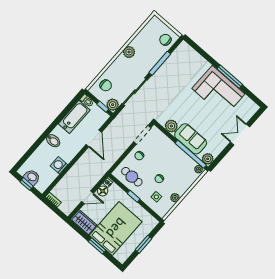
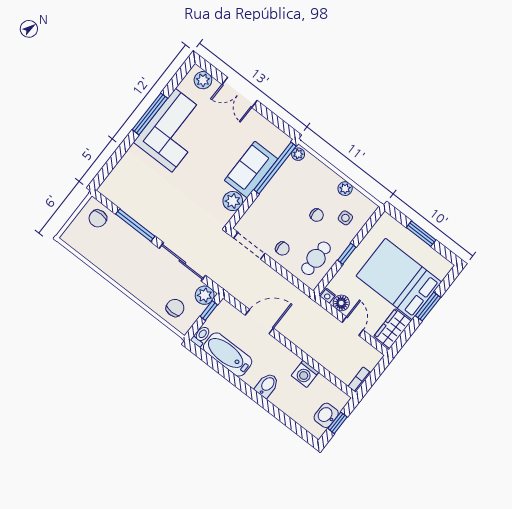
plant: (129, 52) -> (120, 274), removed
plant: (208, 159) -> (203, 80), moved

